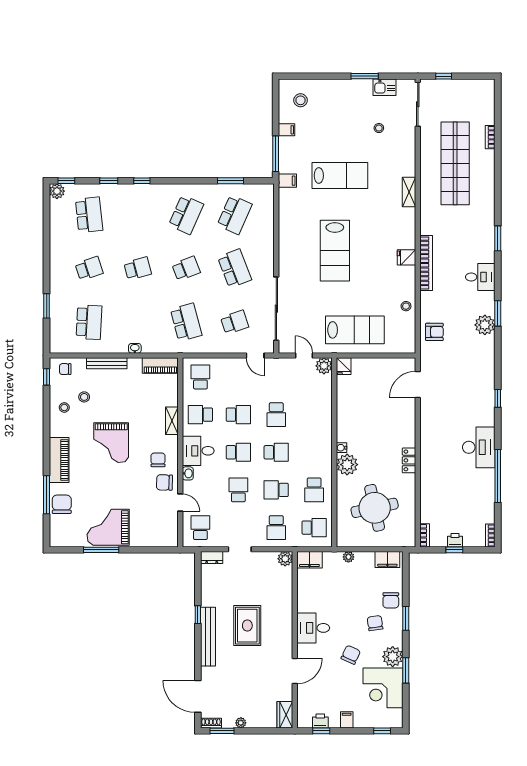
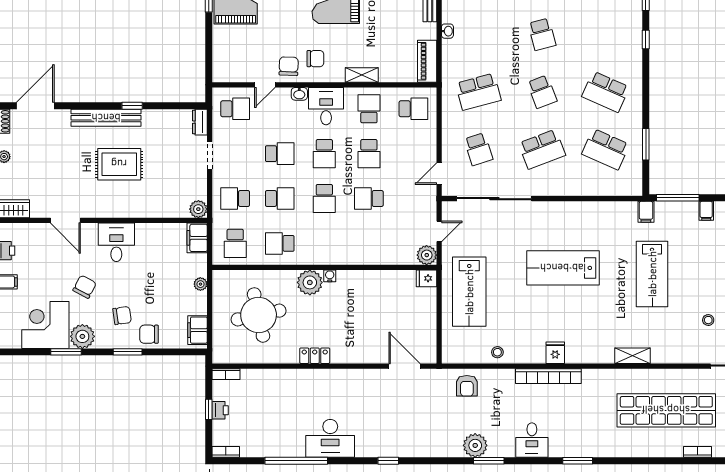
school desk: (276, 490) -> (280, 199), turned 90
chair: (351, 655) -> (85, 287), turned -87

